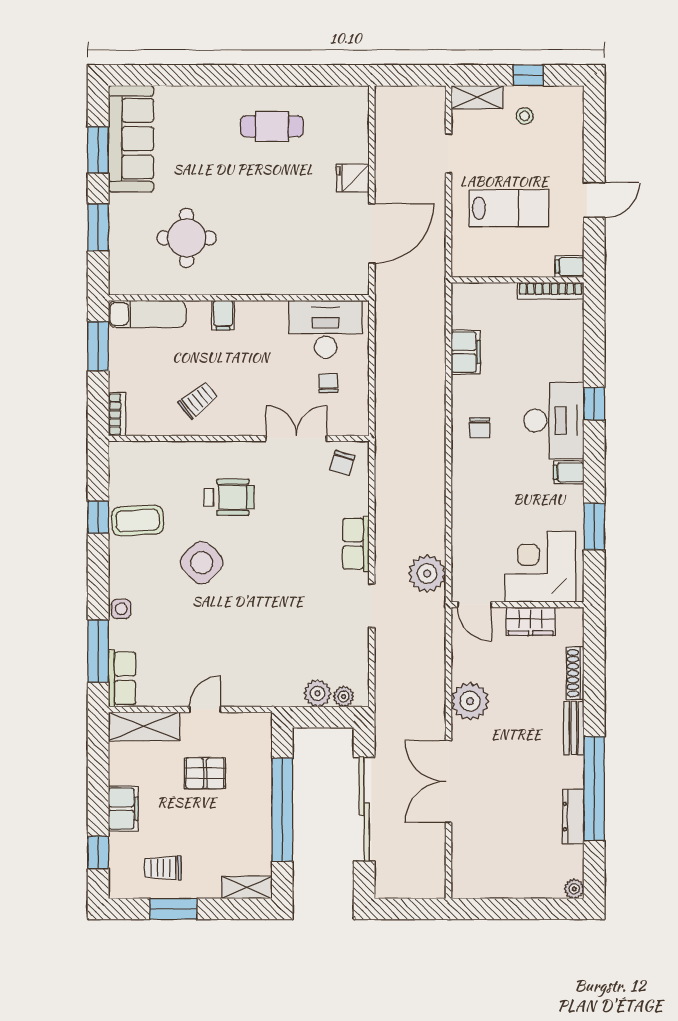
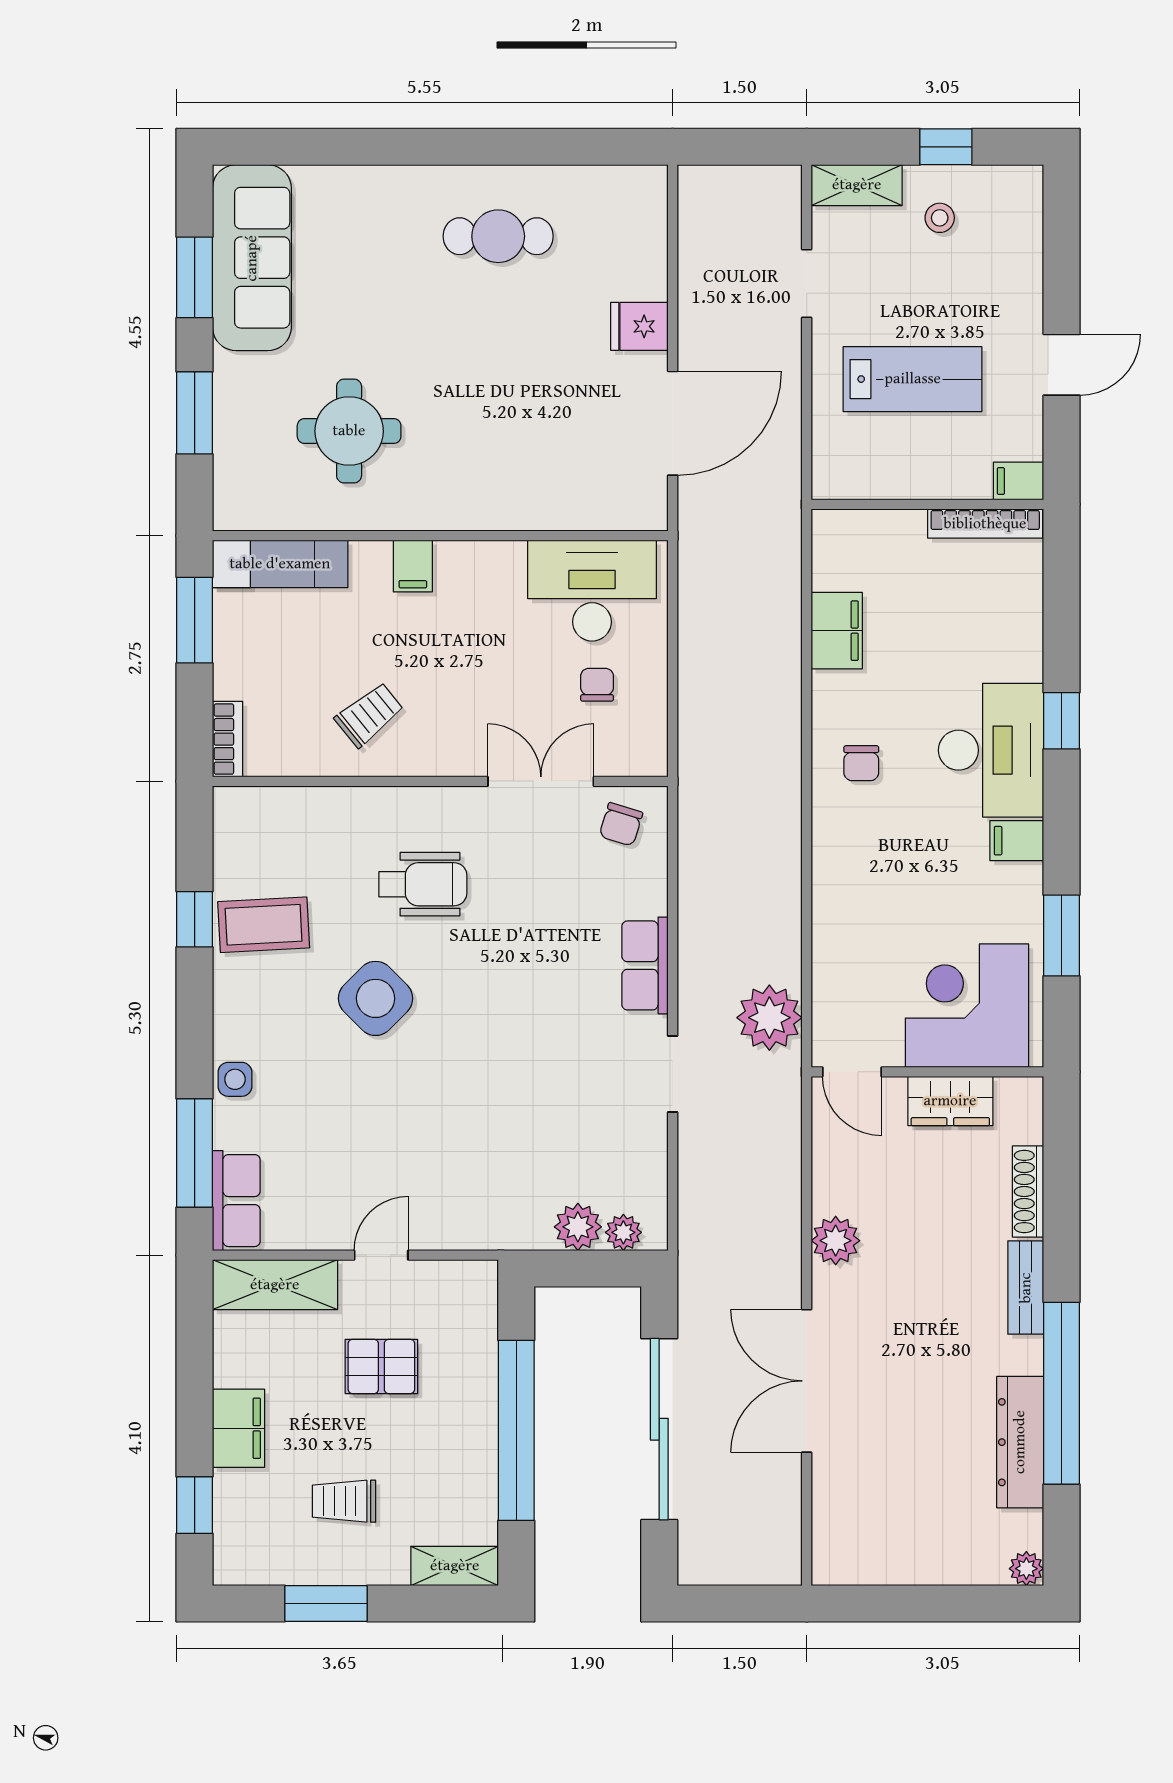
plant: (470, 701) -> (836, 1241), width x0.73, depth x0.73
dresser: (573, 817) -> (1020, 1442), width x1.37, depth x1.24
trolley: (163, 868) -> (344, 1501), moved

